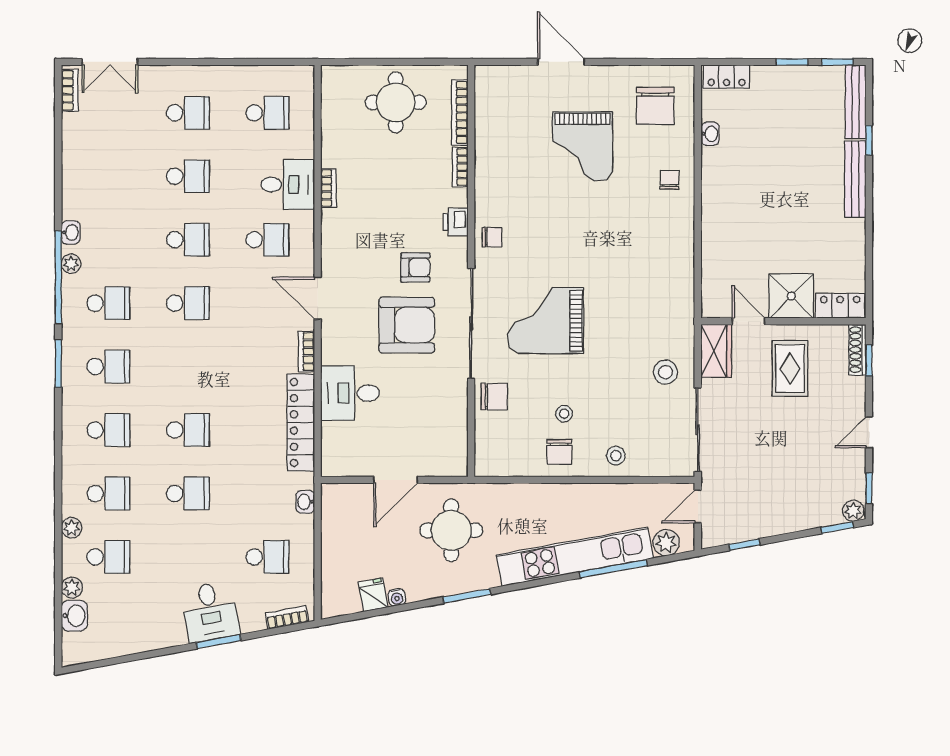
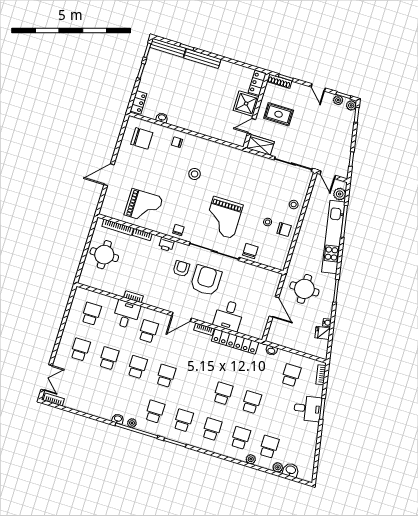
grand piano: (583, 147) -> (143, 206), moved
stool: (666, 372) -> (195, 174), moved
plant: (856, 481) -> (338, 100), added

